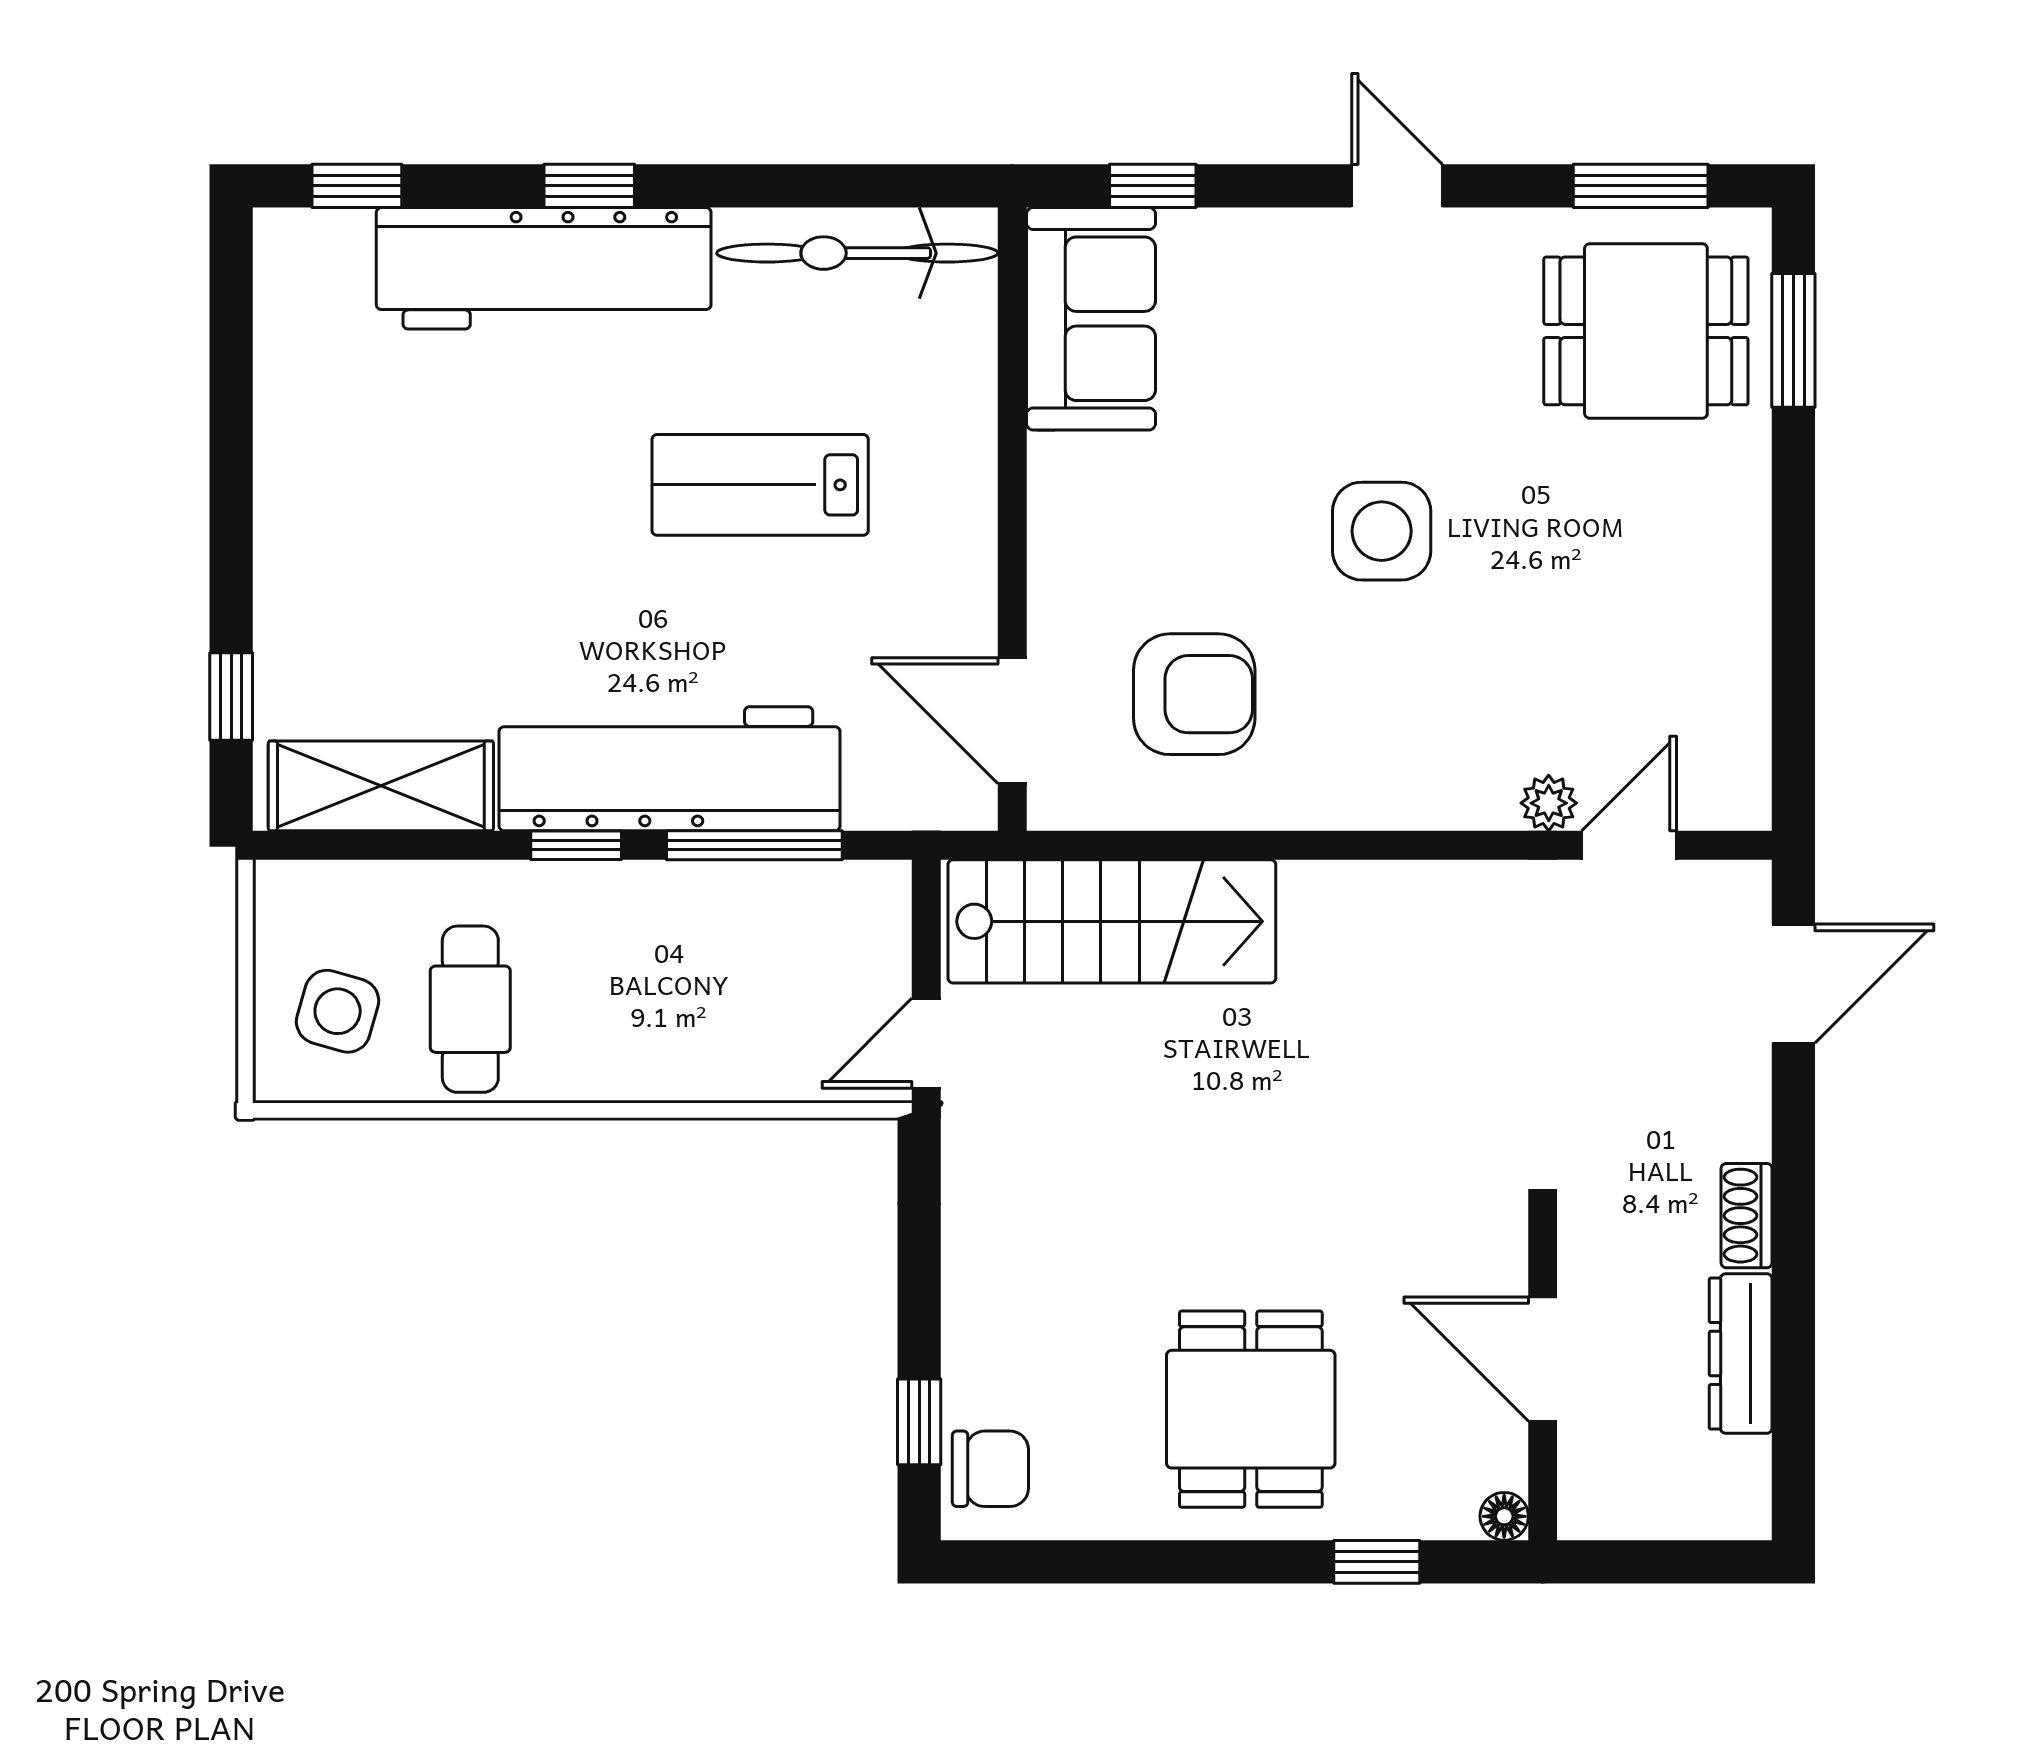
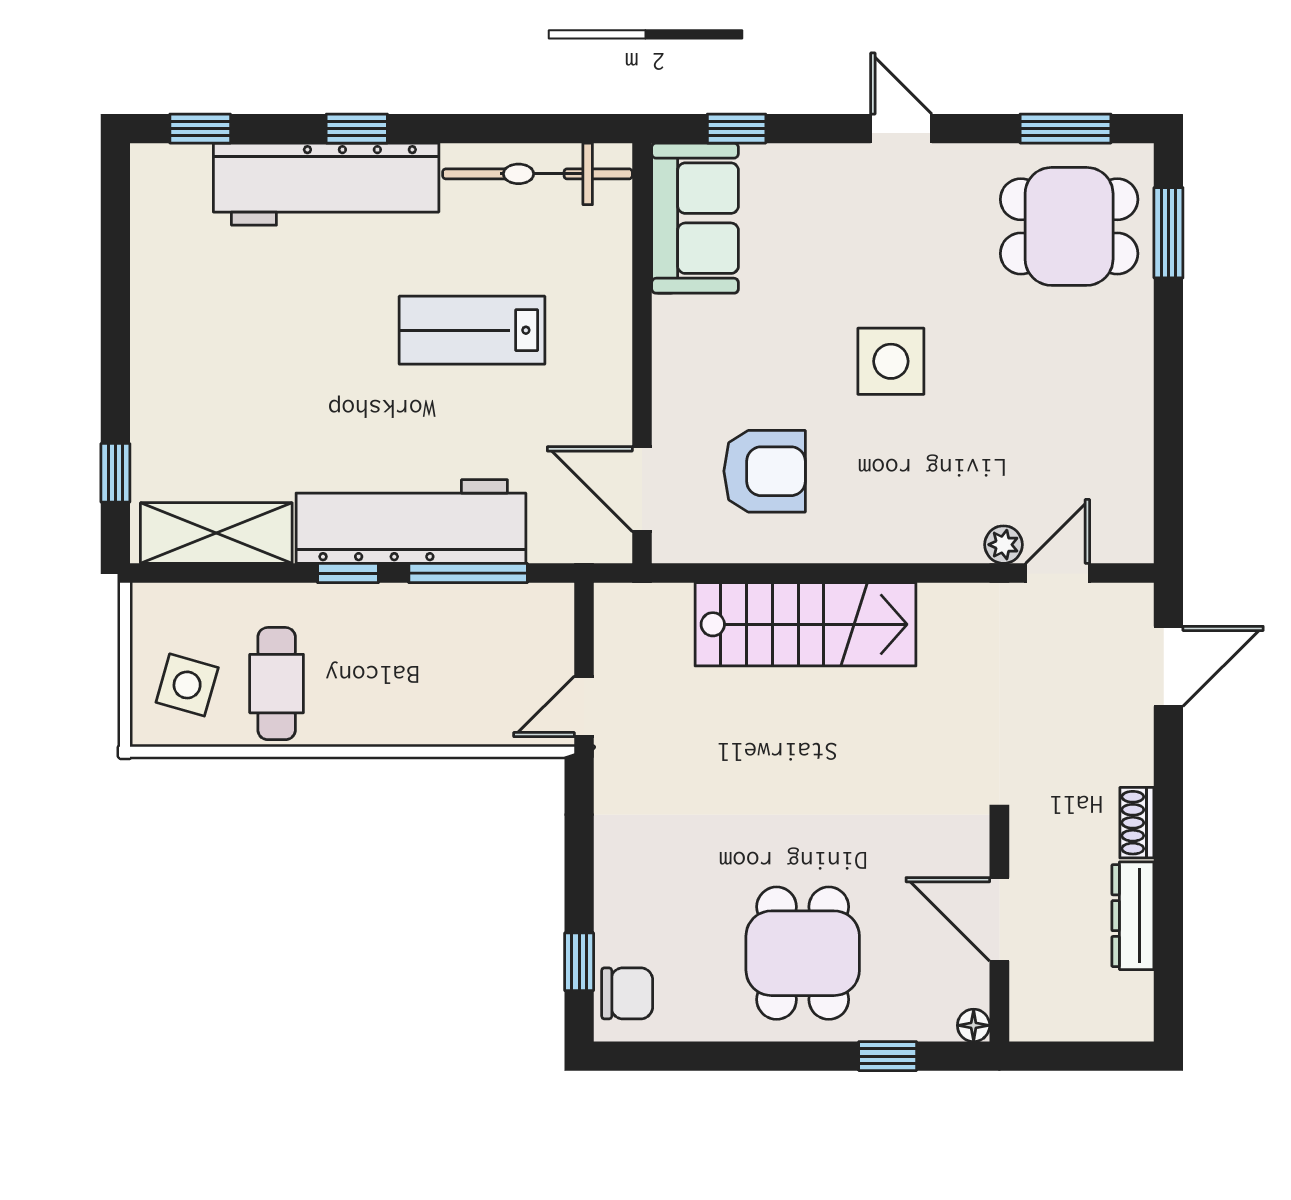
stairs: (1112, 921) -> (805, 624), moved

